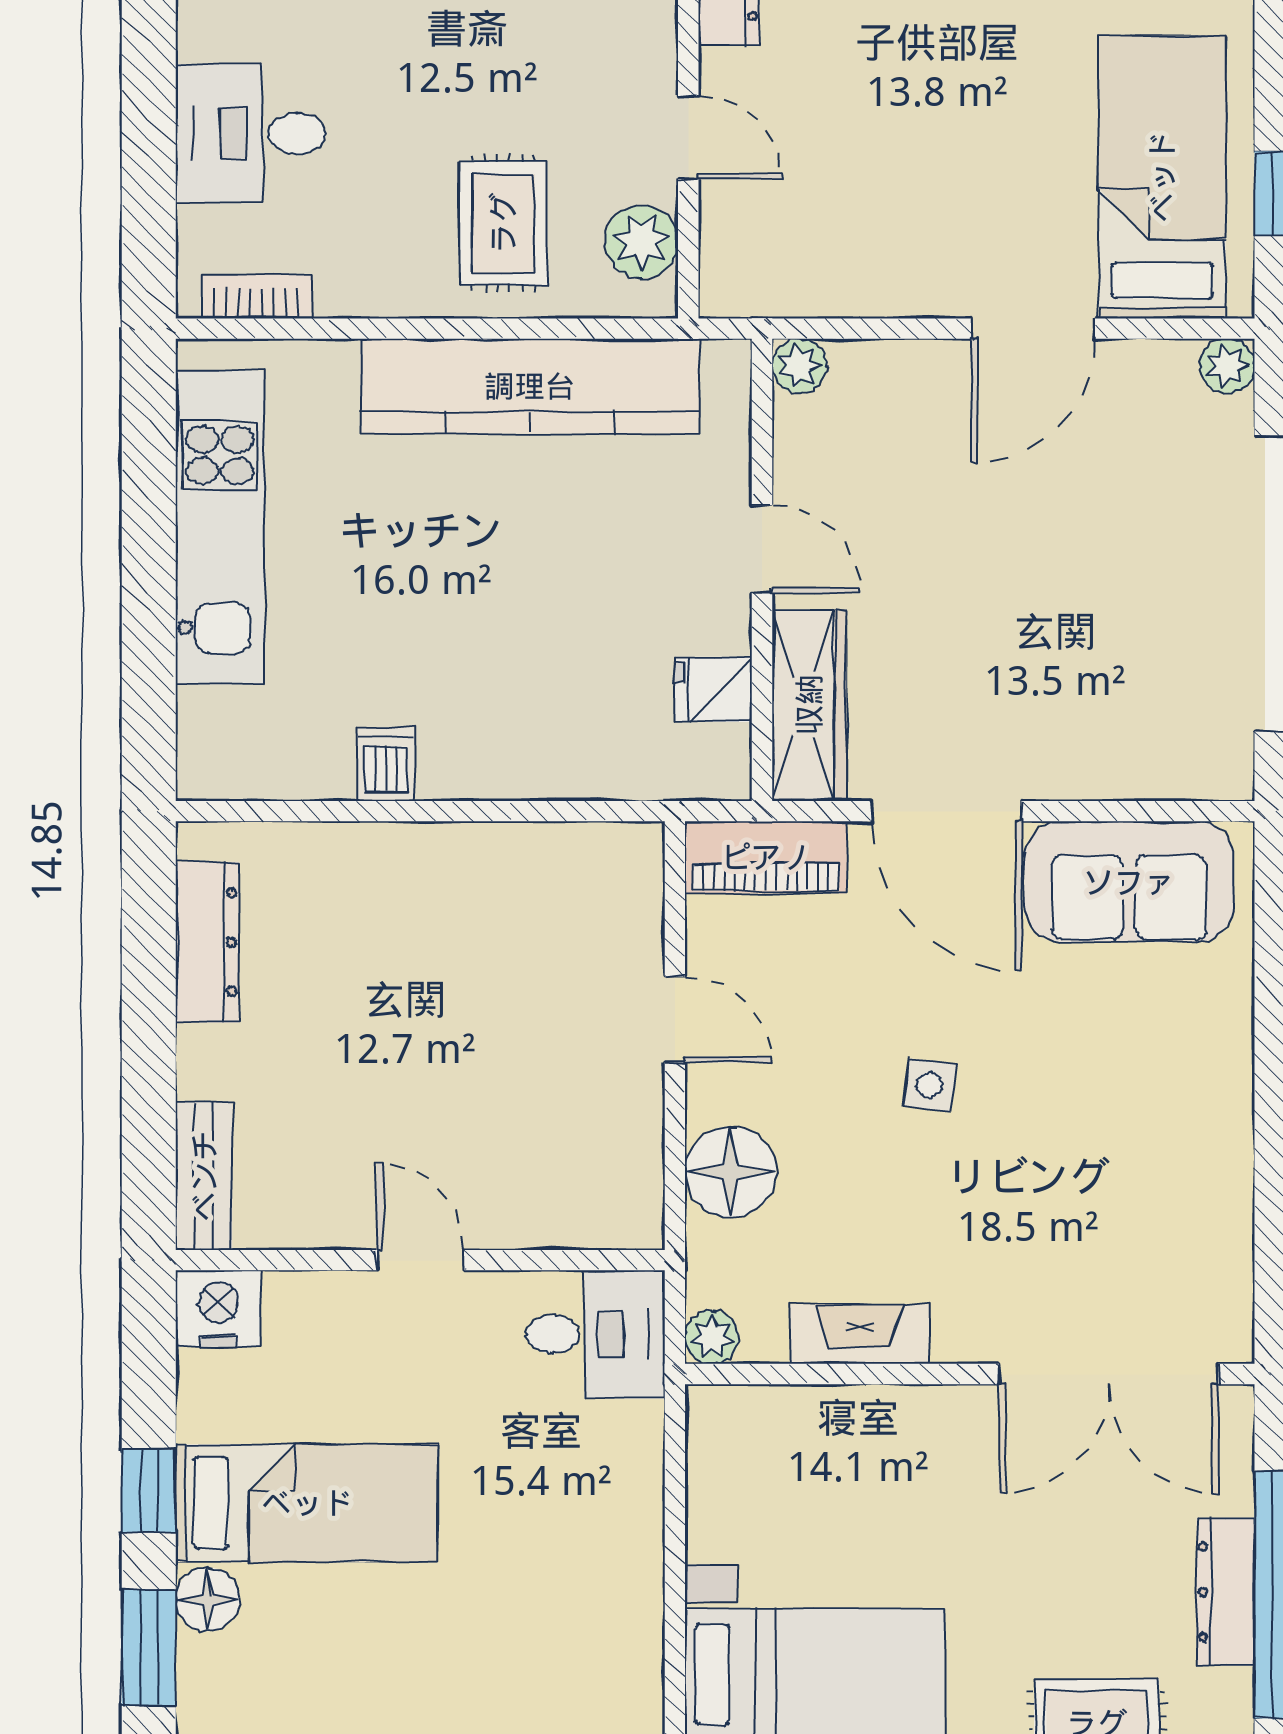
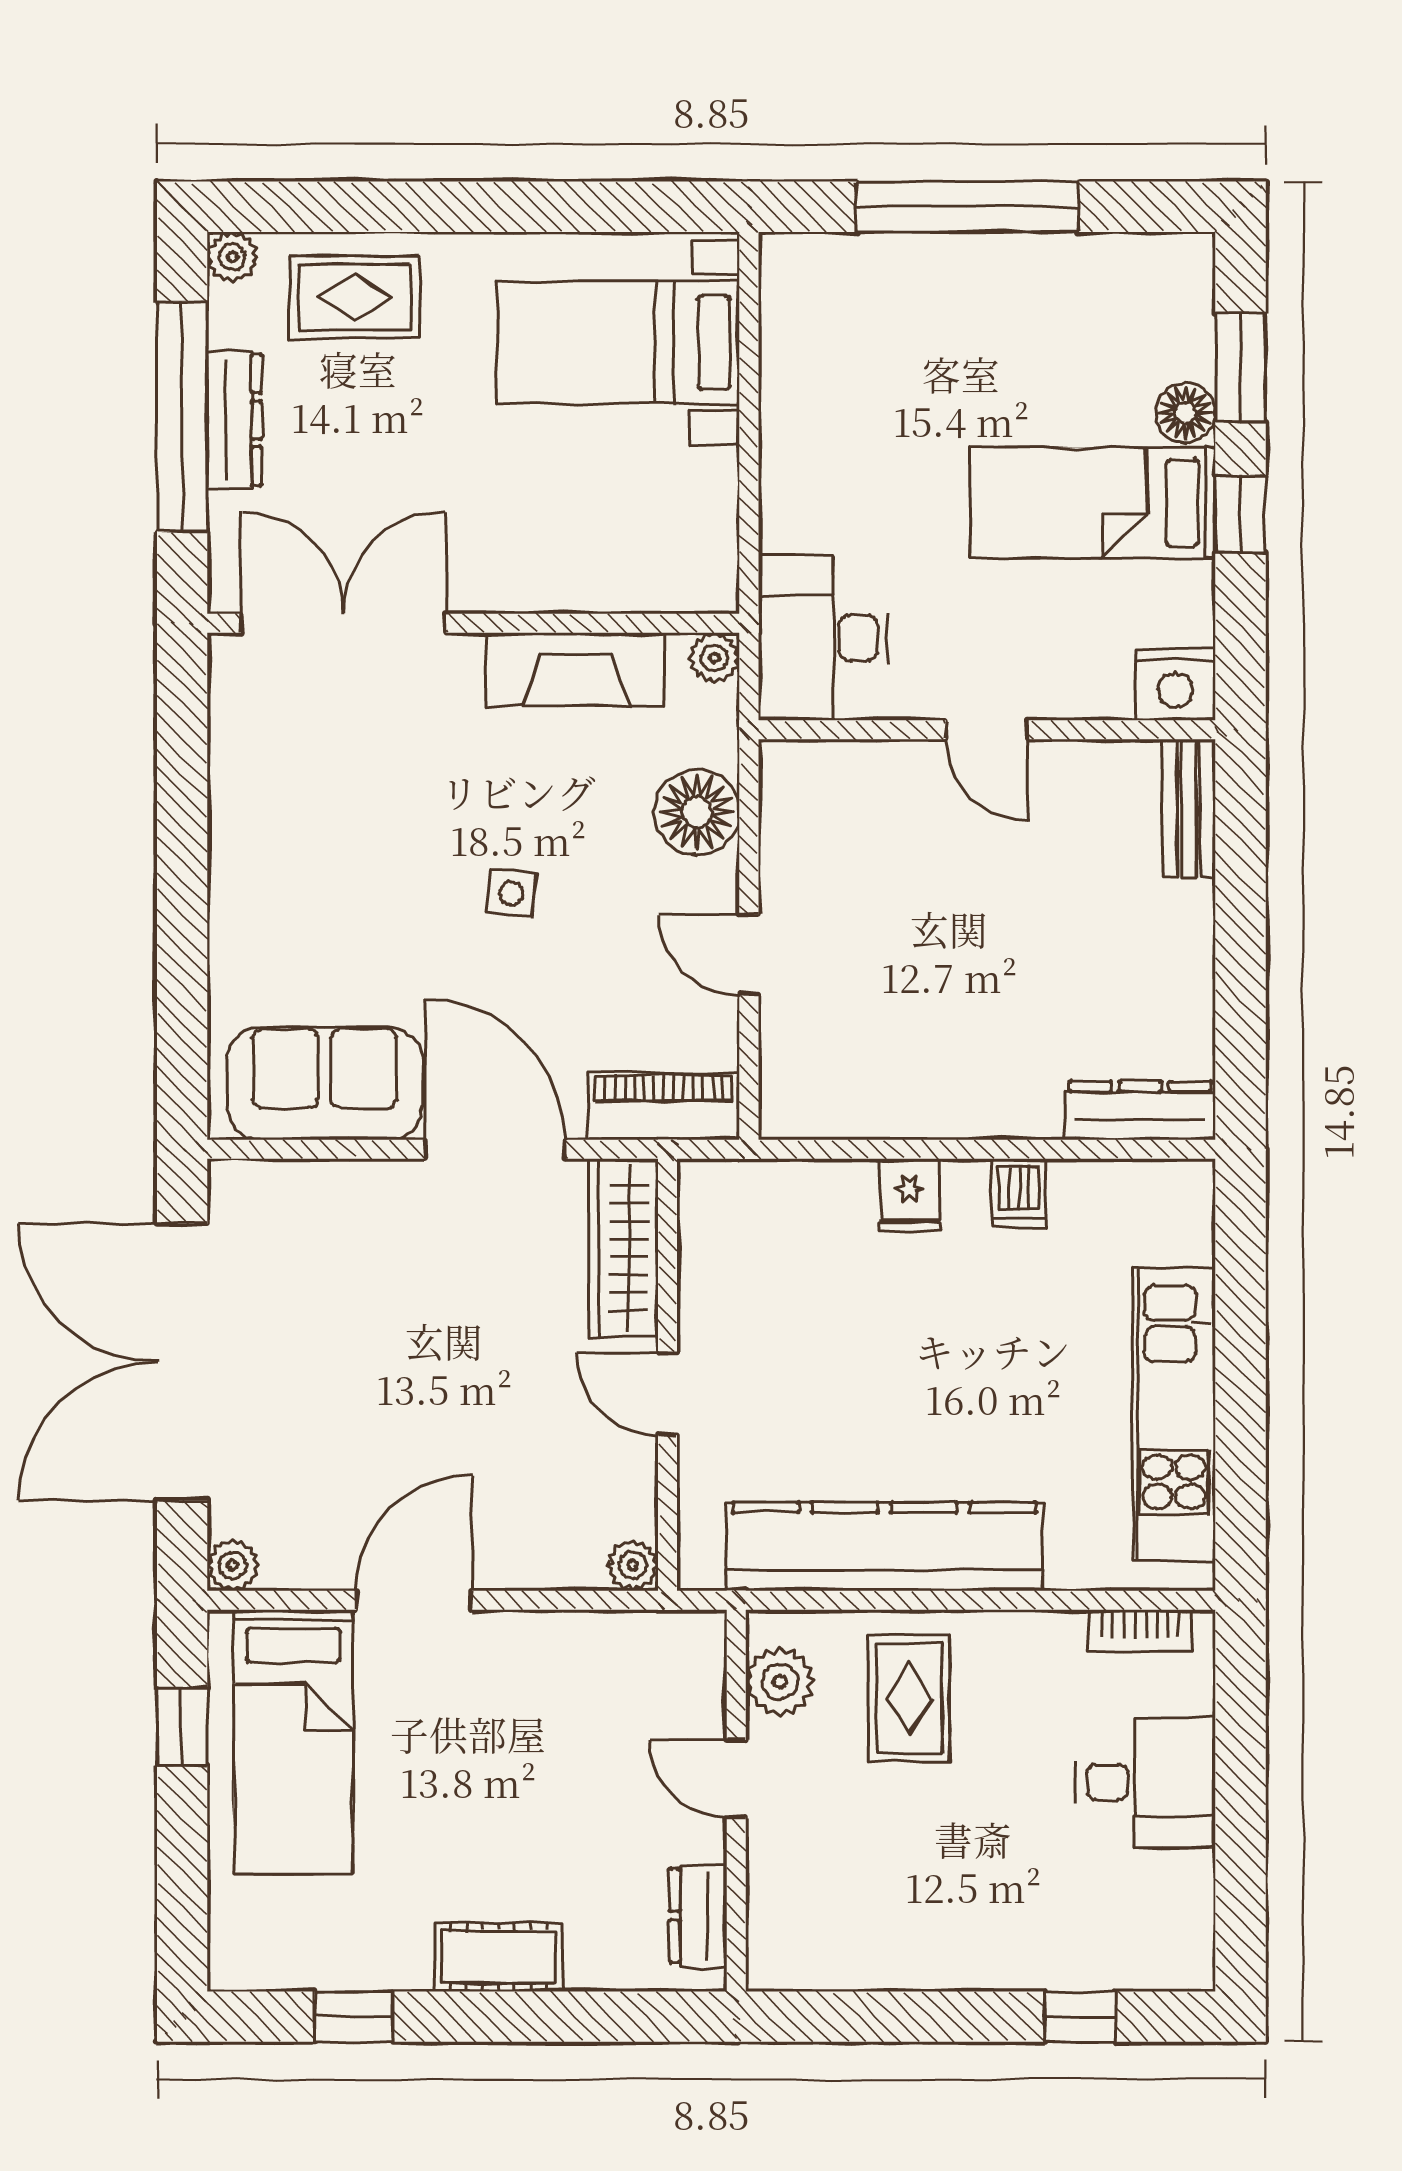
fridge: (713, 689) -> (910, 1195), moved, turned 90
dresser: (207, 942) -> (1140, 1111), moved, turned 90
desk: (596, 1334) -> (823, 638), width x1.37
fireplace: (860, 1334) -> (576, 669), width x1.37, depth x1.32

